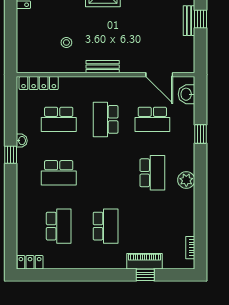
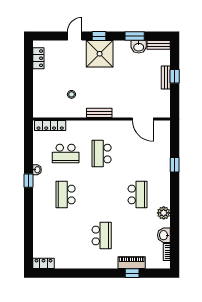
washbasin: (187, 94) -> (164, 235), moved
school desk: (152, 119) -> (138, 154), removed
school desk: (59, 173) -> (66, 195), turned 90
plant: (186, 180) -> (164, 213), moved
school desk: (59, 226) -> (66, 236), removed

